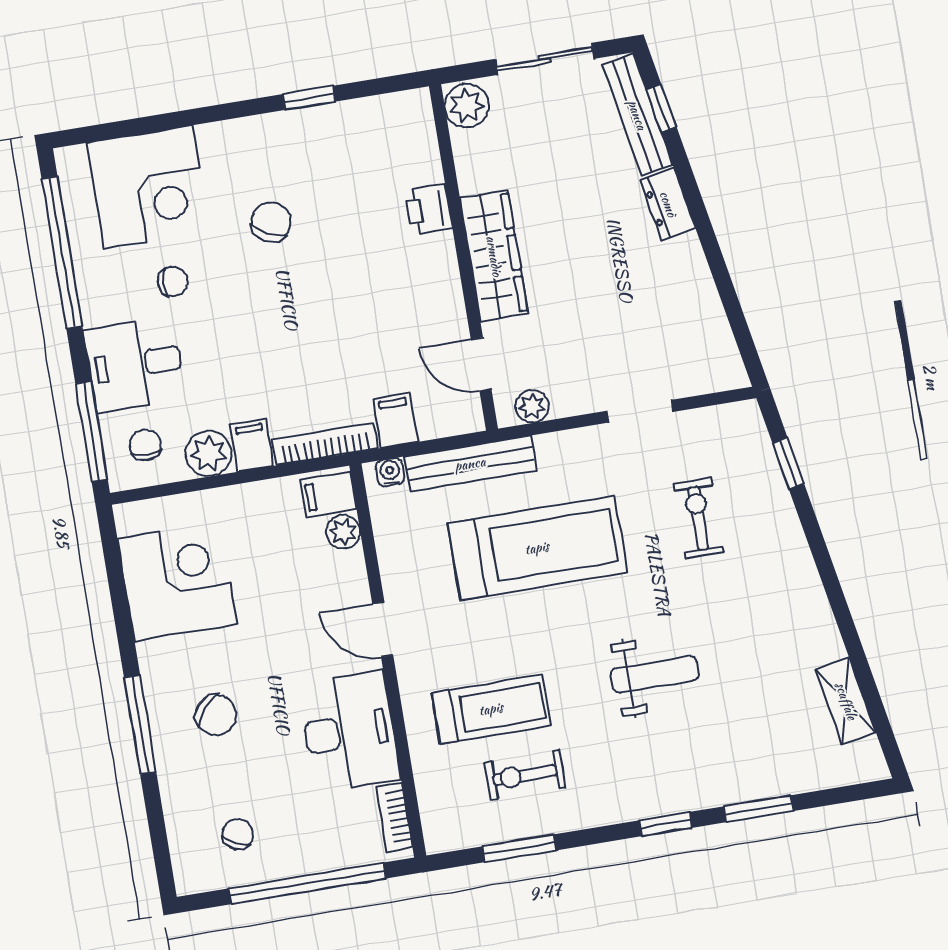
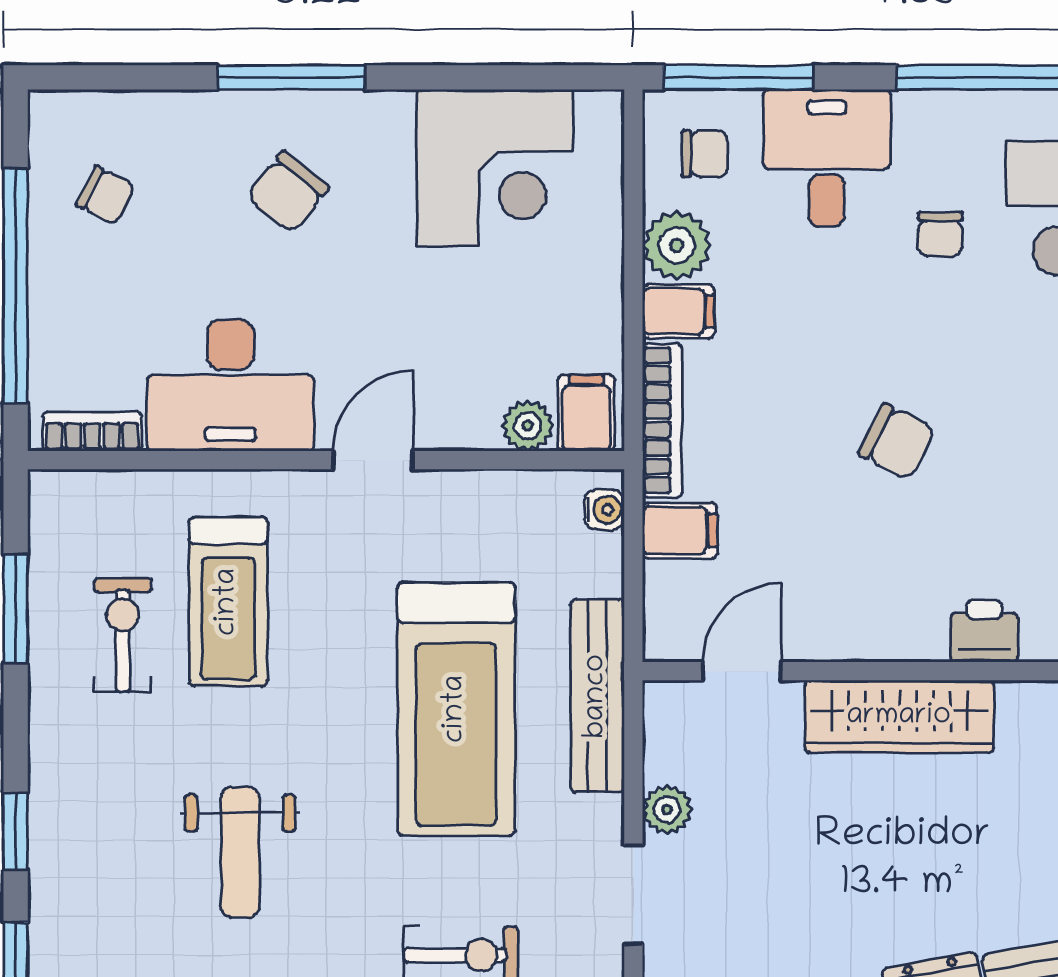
chair: (271, 222) -> (897, 442), moved
plant: (532, 406) -> (667, 809), moved
bench: (470, 464) -> (597, 696), moved

